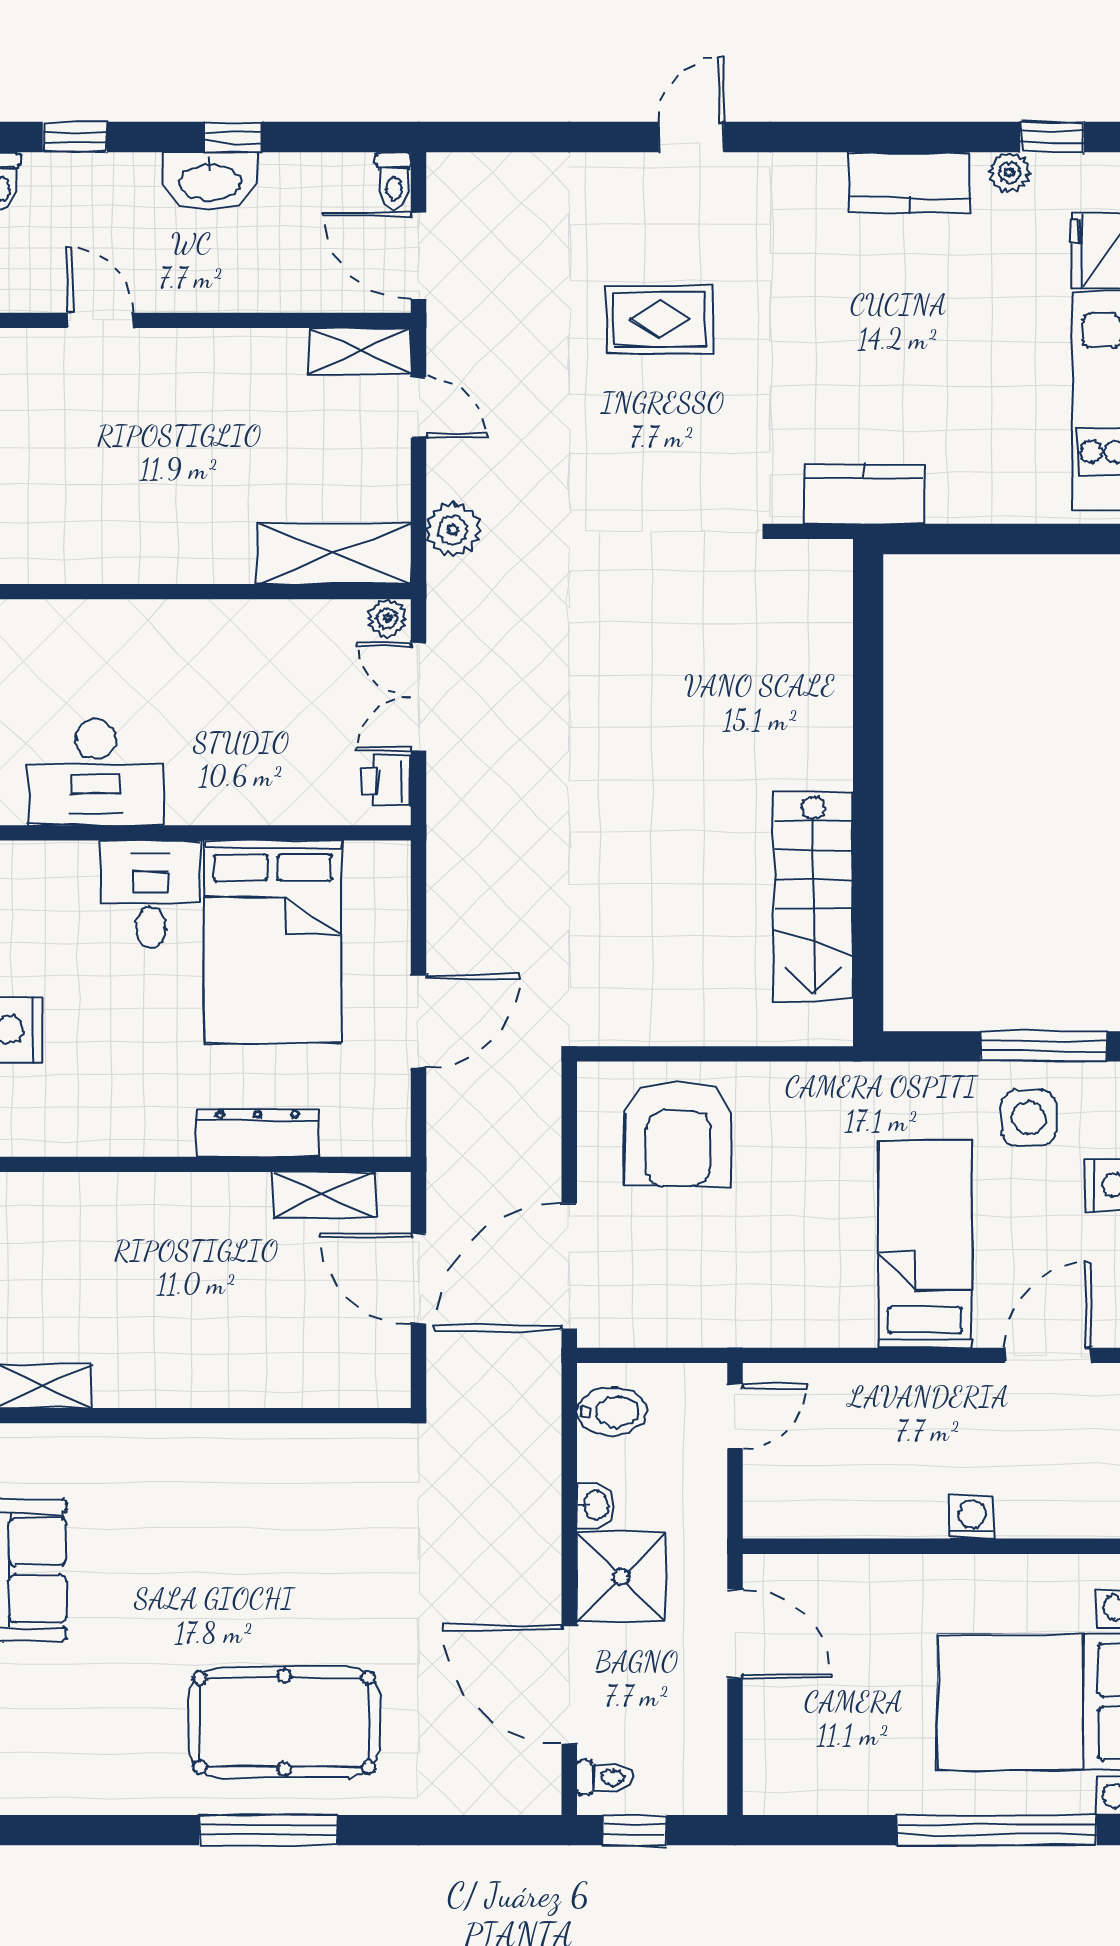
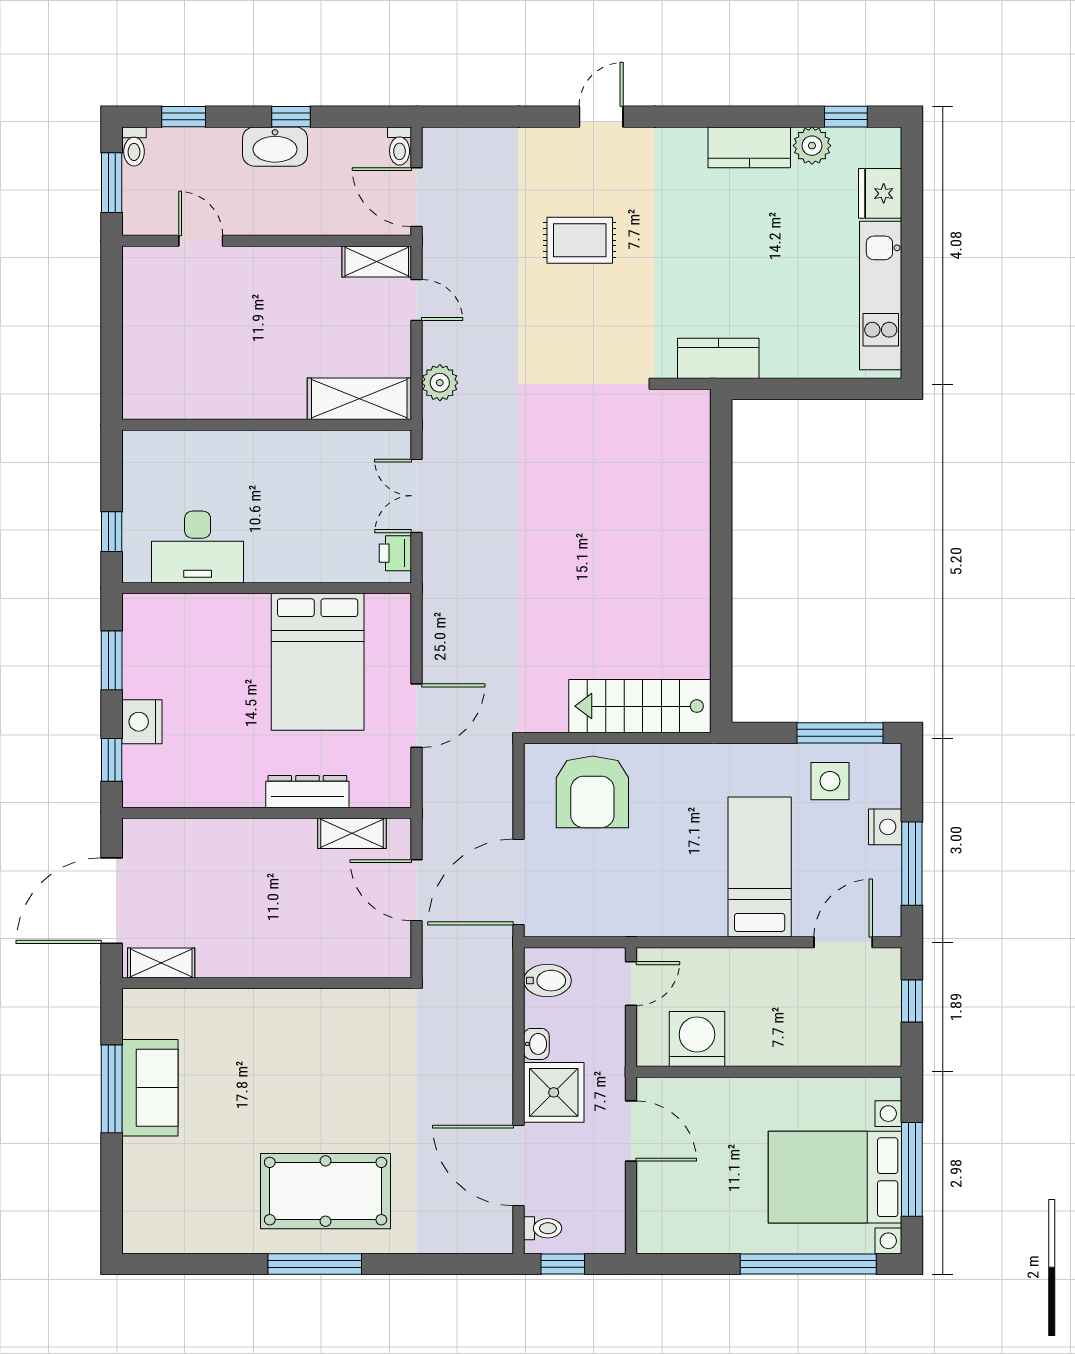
plant: (1010, 172) -> (812, 146), width x1.38, depth x1.38
plant: (387, 618) -> (395, 443), removed
desk: (150, 894) -> (235, 630), removed
stairs: (814, 896) -> (640, 706), moved, turned 90
washing machine: (972, 1517) -> (697, 1039), moved, width x1.89, depth x1.89

